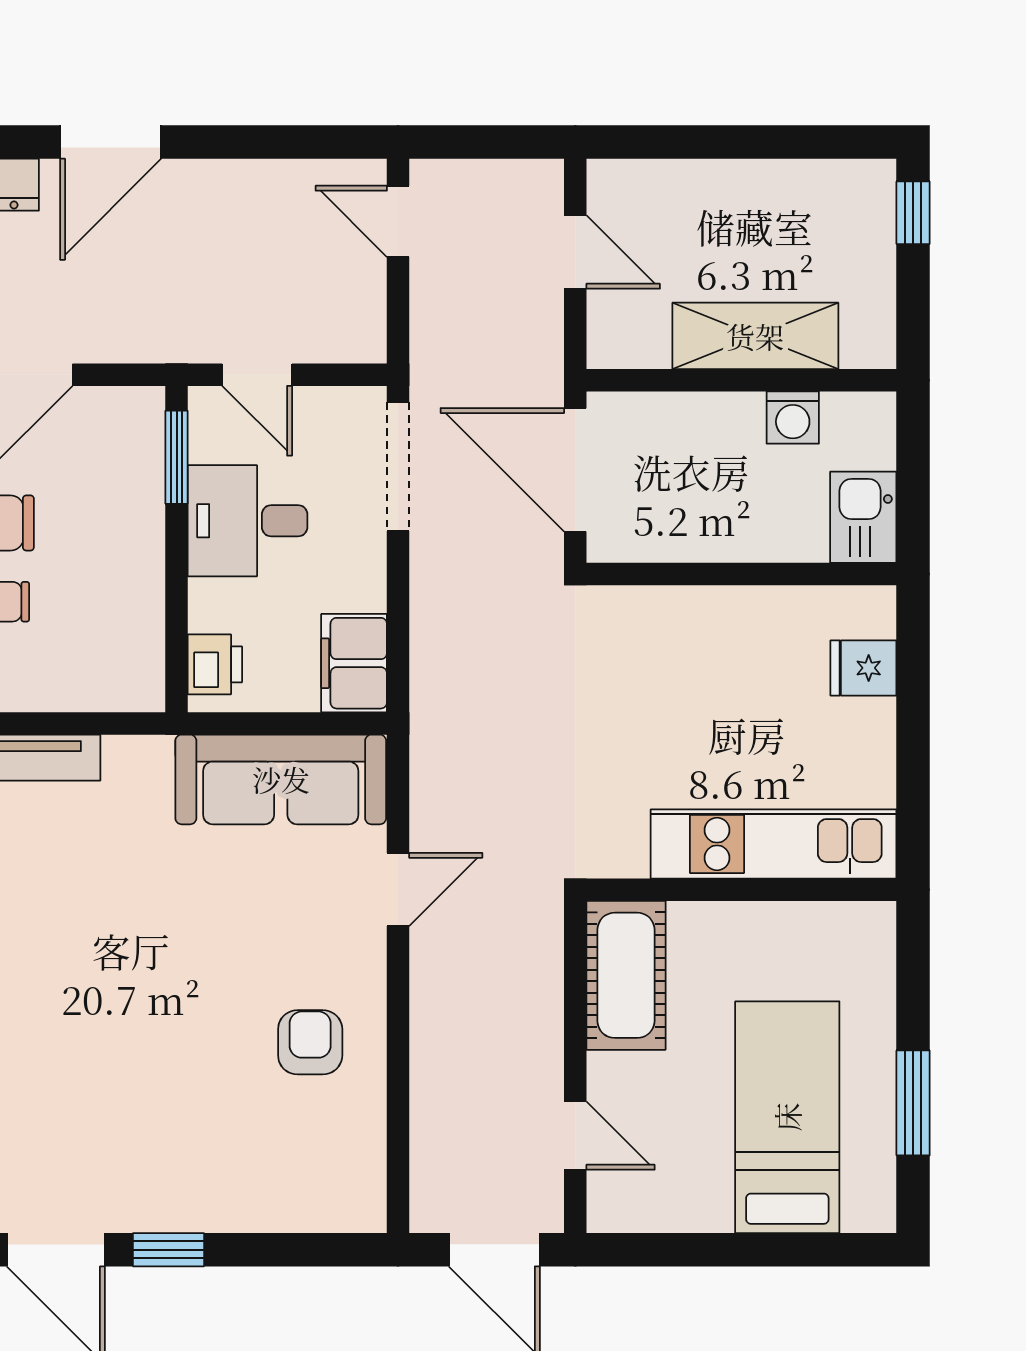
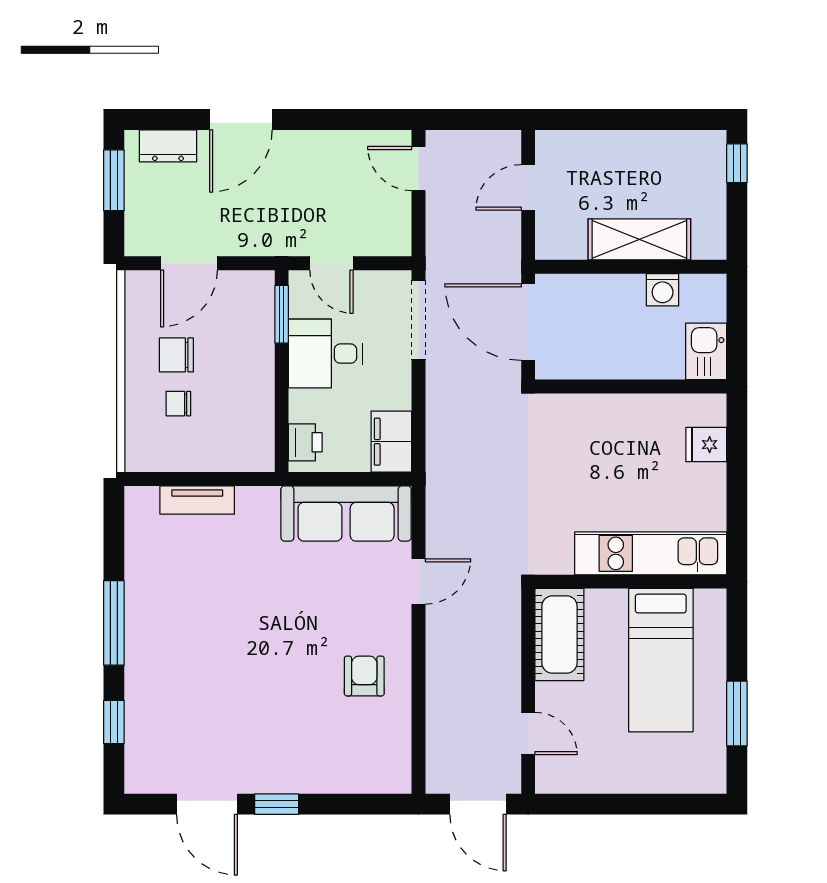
door: (575, 252) -> (528, 187), swing flipped
bed: (787, 1117) -> (661, 660), moved, turned 180

